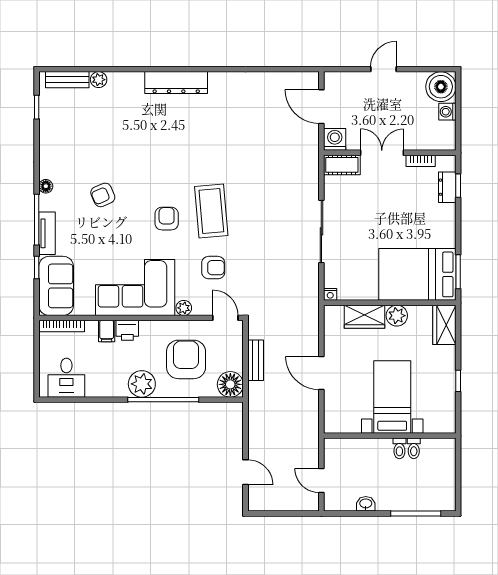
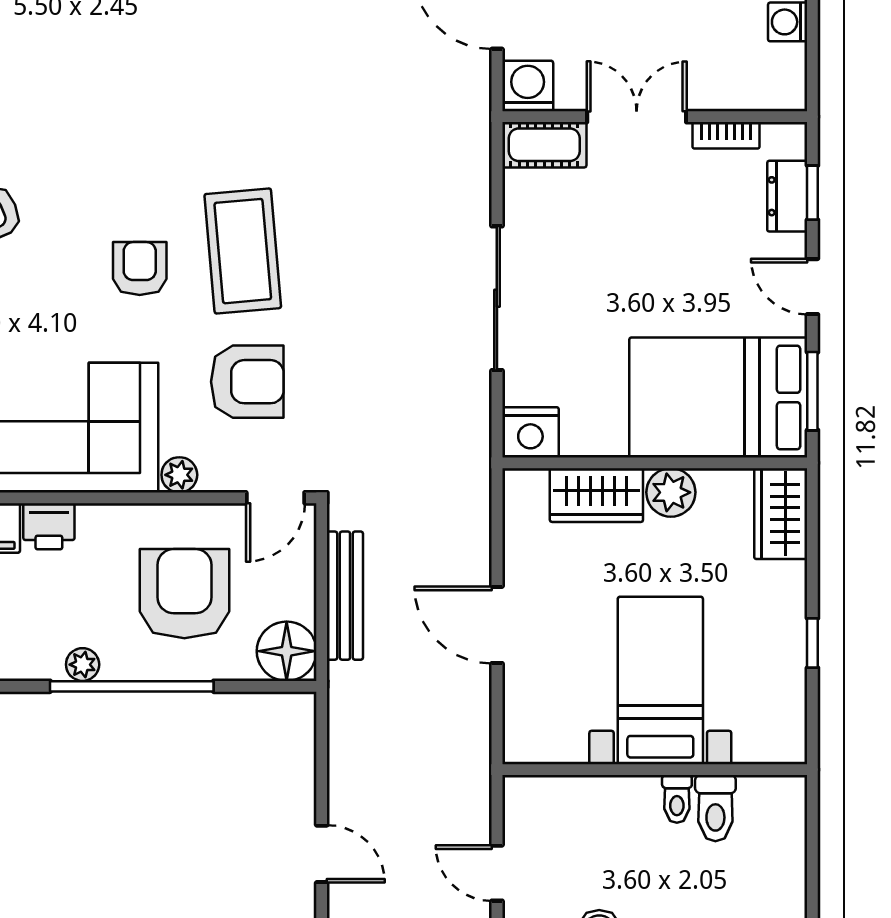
door: (458, 226) -> (812, 287), added
armchair: (213, 268) -> (247, 382), width x1.38, depth x1.38
nightstand: (330, 294) -> (530, 432), width x1.89, depth x1.79
door: (225, 318) -> (275, 498), swing flipped
bench: (256, 360) -> (345, 596), width x1.36
plant: (142, 384) -> (83, 665), width x0.53, depth x0.53
toilet: (414, 448) -> (715, 808), width x1.37, depth x1.39

